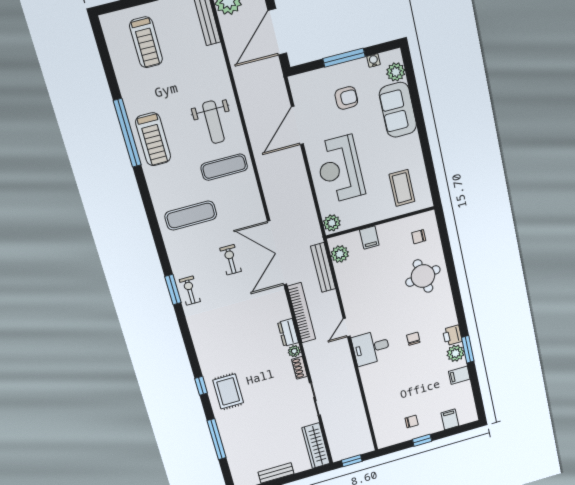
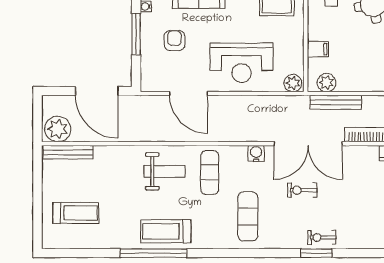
treadmill: (153, 139) -> (166, 231), turned 180
water cooler: (255, 207) -> (256, 153), added

